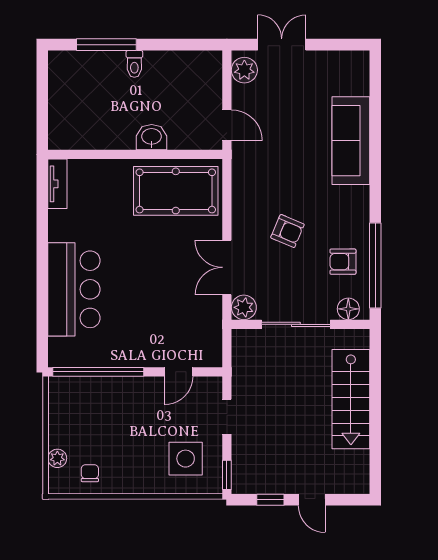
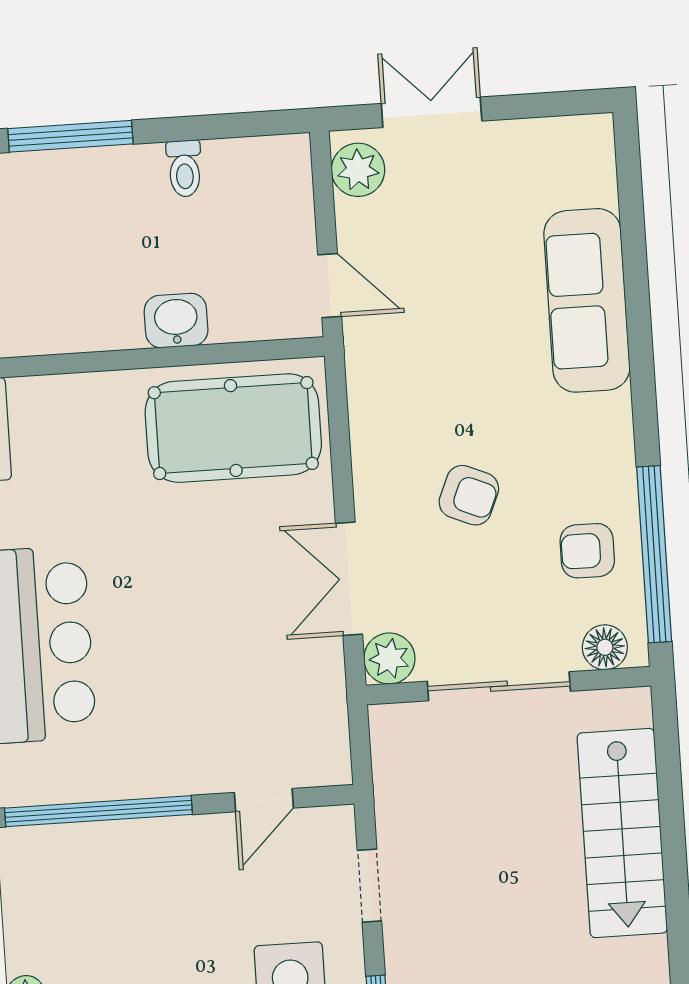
toilet: (134, 64) -> (184, 168), moved

